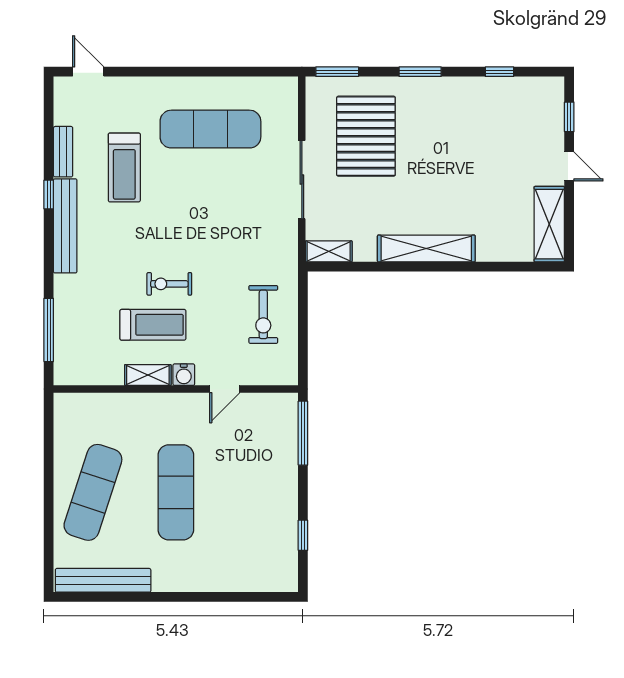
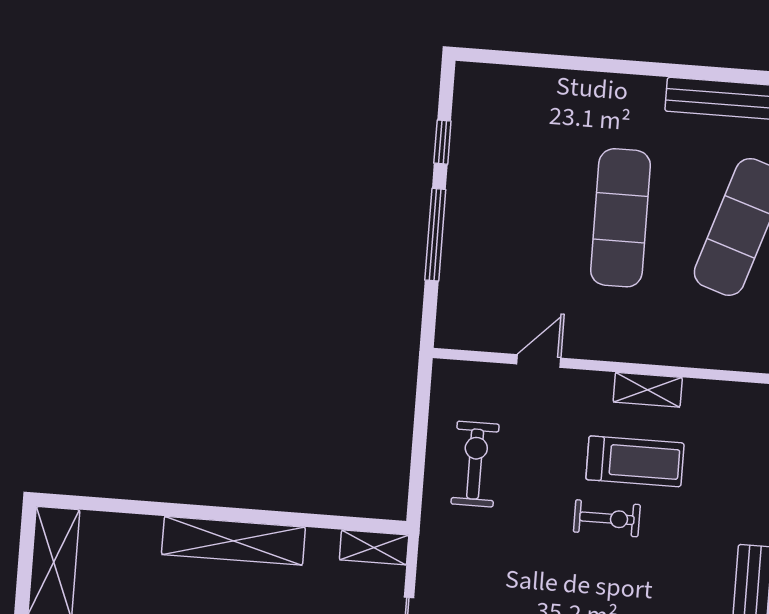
treadmill: (153, 325) -> (635, 461), turned 180
water cooler: (184, 375) -> (596, 386), removed
window: (303, 433) -> (435, 235), moved

